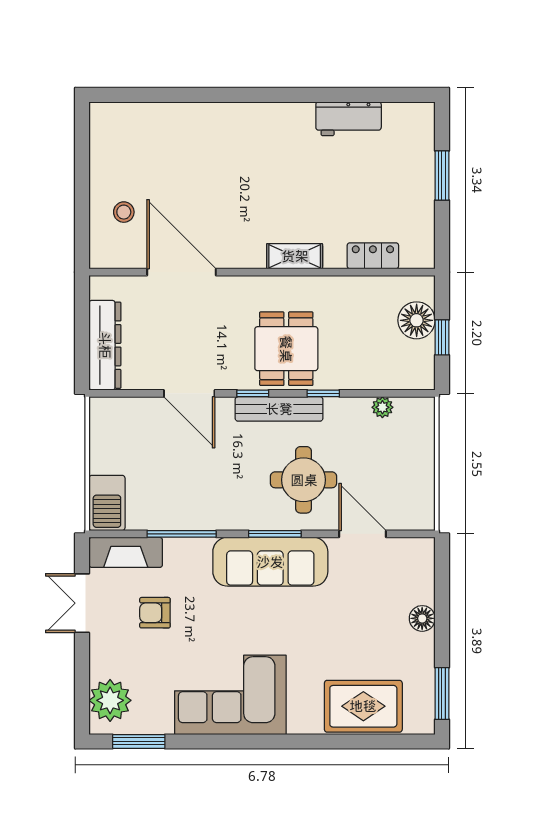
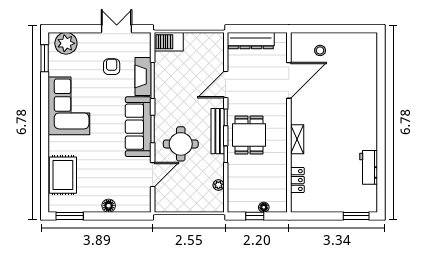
window: (442, 176) -> (356, 216), moved
floor lamp: (417, 320) -> (264, 207), width x0.53, depth x0.53
dining table: (286, 349) -> (249, 135), turned 90
fireplace: (126, 552) -> (143, 76), moved

